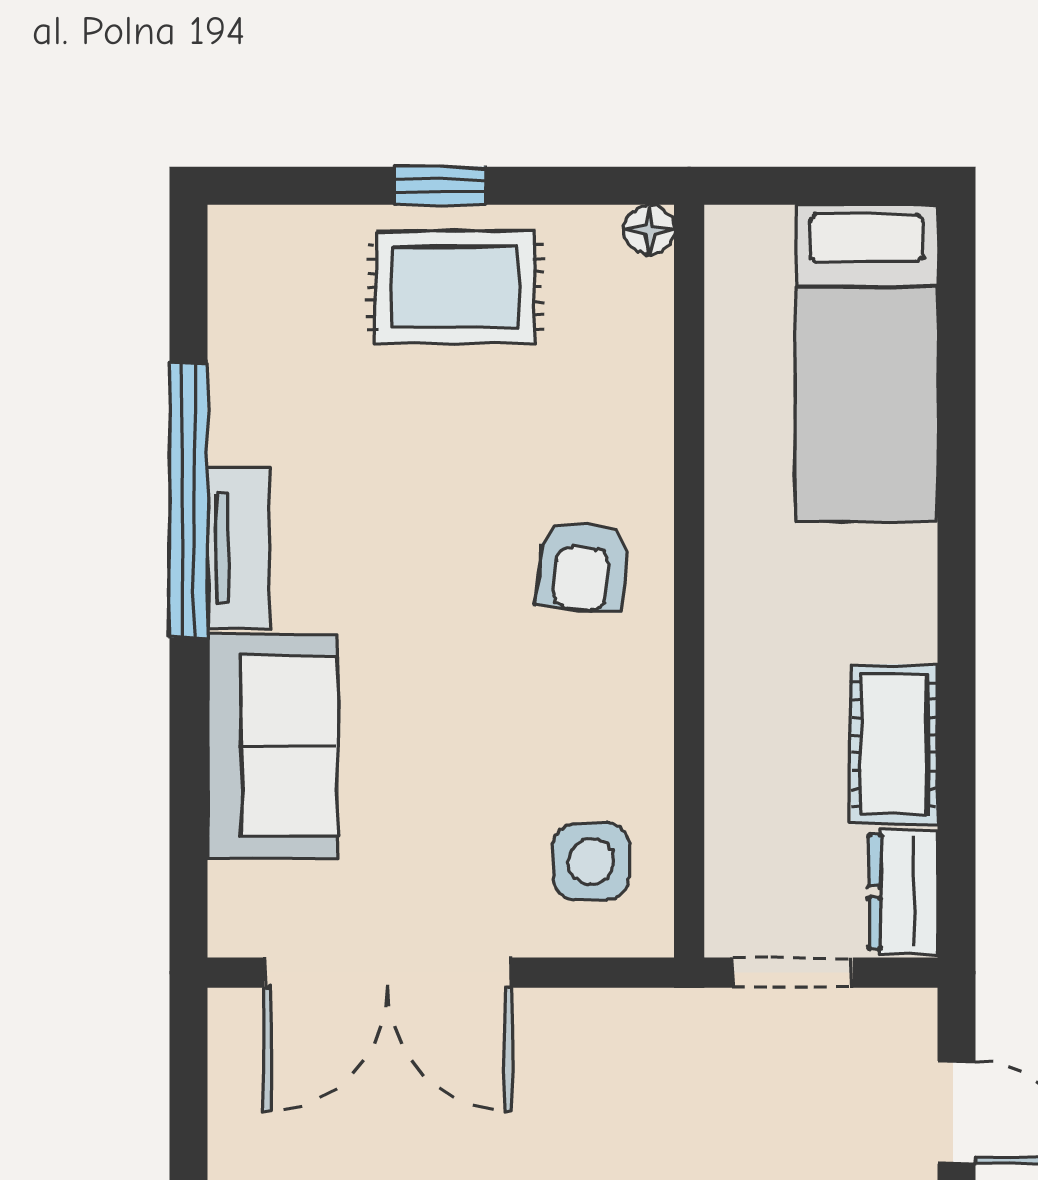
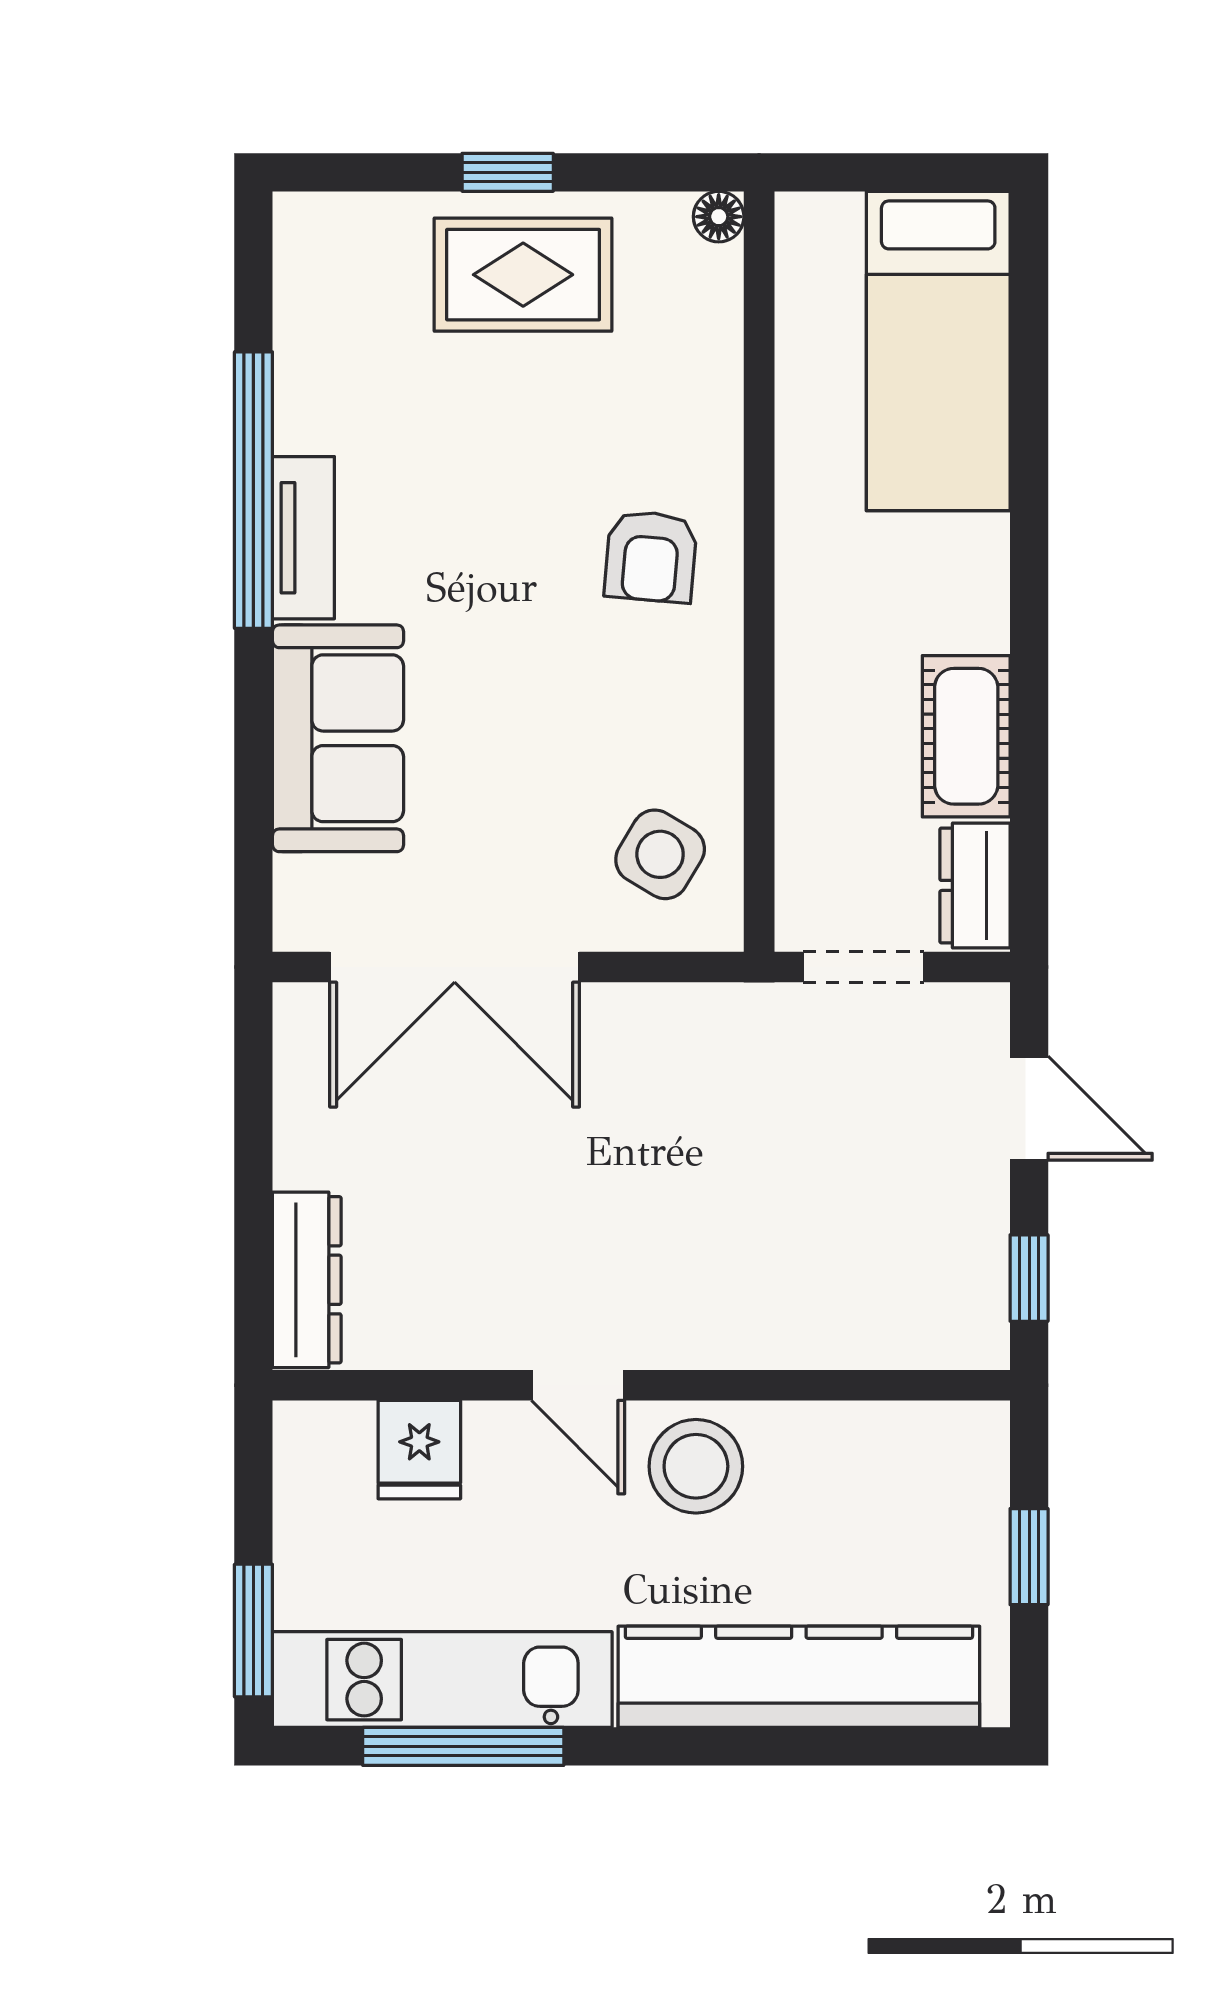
side table: (591, 861) -> (660, 854), turned 31

